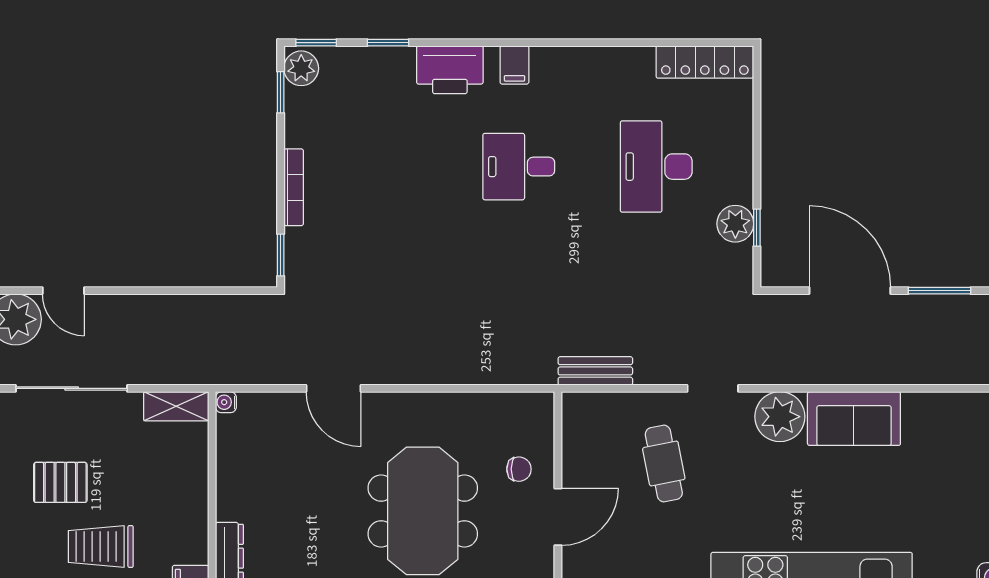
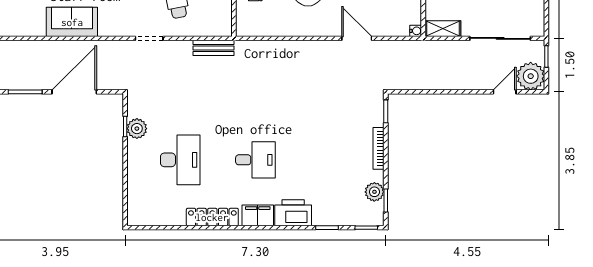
locker: (705, 62) -> (212, 217), moved
filing cabinet: (514, 65) -> (258, 215), width x2.00
plant: (301, 68) -> (374, 192), moved
door: (63, 291) -> (505, 92), hinge flipped
door: (850, 291) -> (74, 92), swing flipped
plant: (780, 417) -> (112, 23), removed

